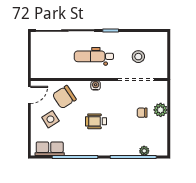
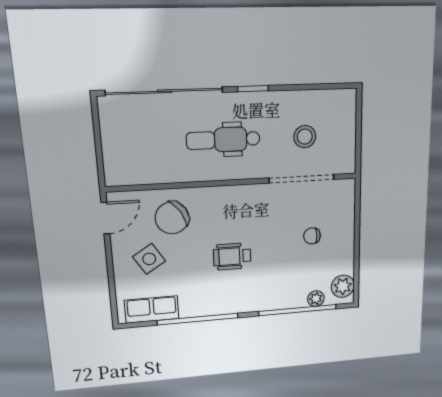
water cooler: (96, 85) -> (229, 193), removed
plant: (161, 110) -> (343, 286), moved

